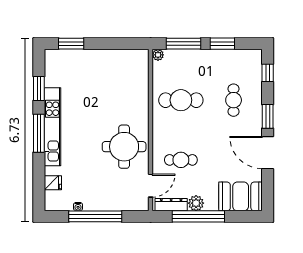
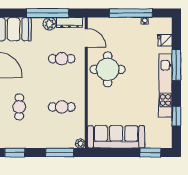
window: (222, 44) -> (15, 153), moved
sofa: (114, 63) -> (116, 137), added
cafe table: (181, 100) -> (62, 107), width x0.73, depth x0.74
window: (39, 133) -> (176, 65), moved
door: (151, 186) -> (86, 38), swing flipped

